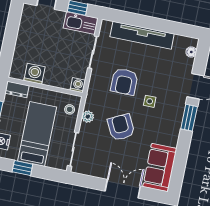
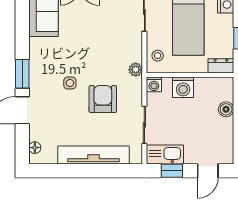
boiler: (20, 51) -> (226, 109), added
washing machine: (34, 74) -> (183, 87), moved
plant: (88, 117) -> (136, 70), moved
armchair: (121, 127) -> (96, 47), removed

